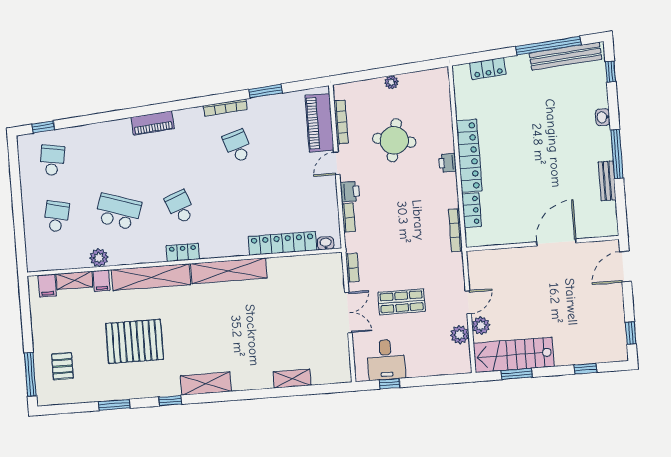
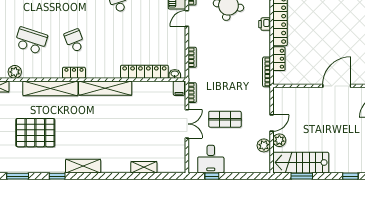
printer: (350, 192) -> (195, 39), removed
filing cabinet: (101, 281) -> (179, 88), moved

